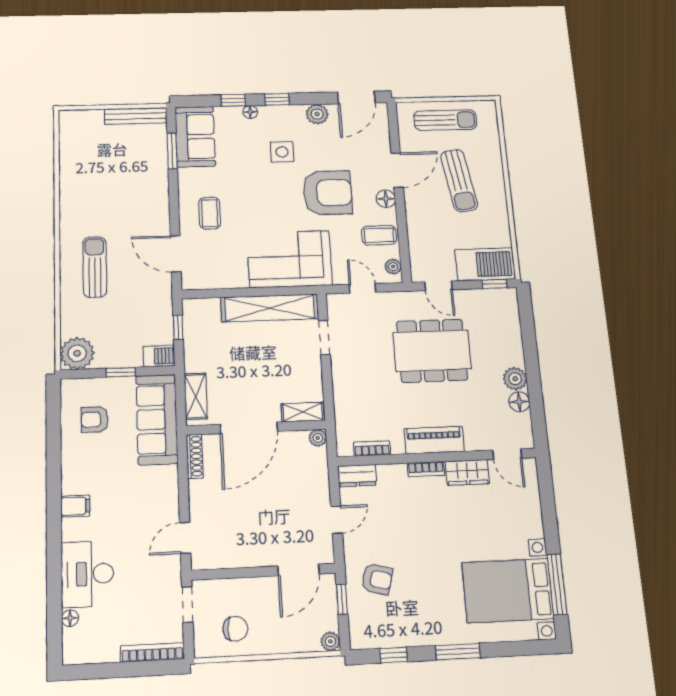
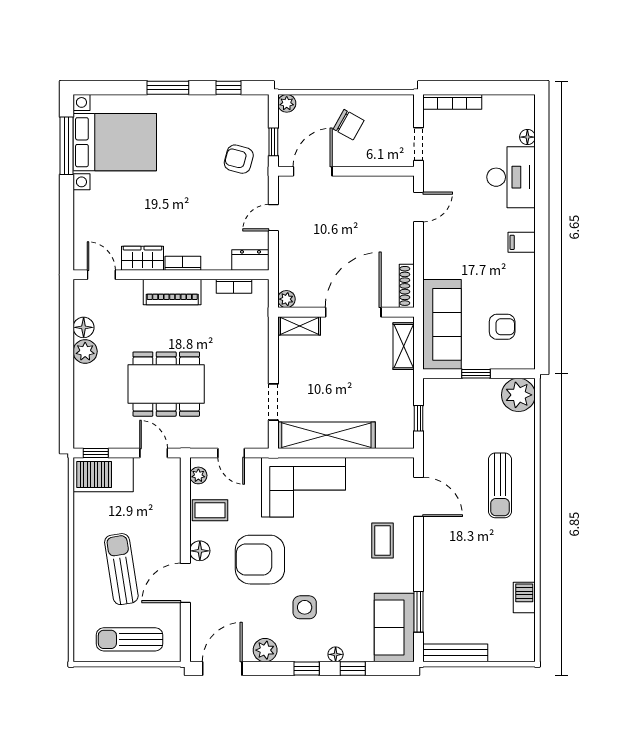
barbecue: (159, 356) -> (524, 597), moved, turned 90
chair: (235, 629) -> (349, 125), moved, turned -151

